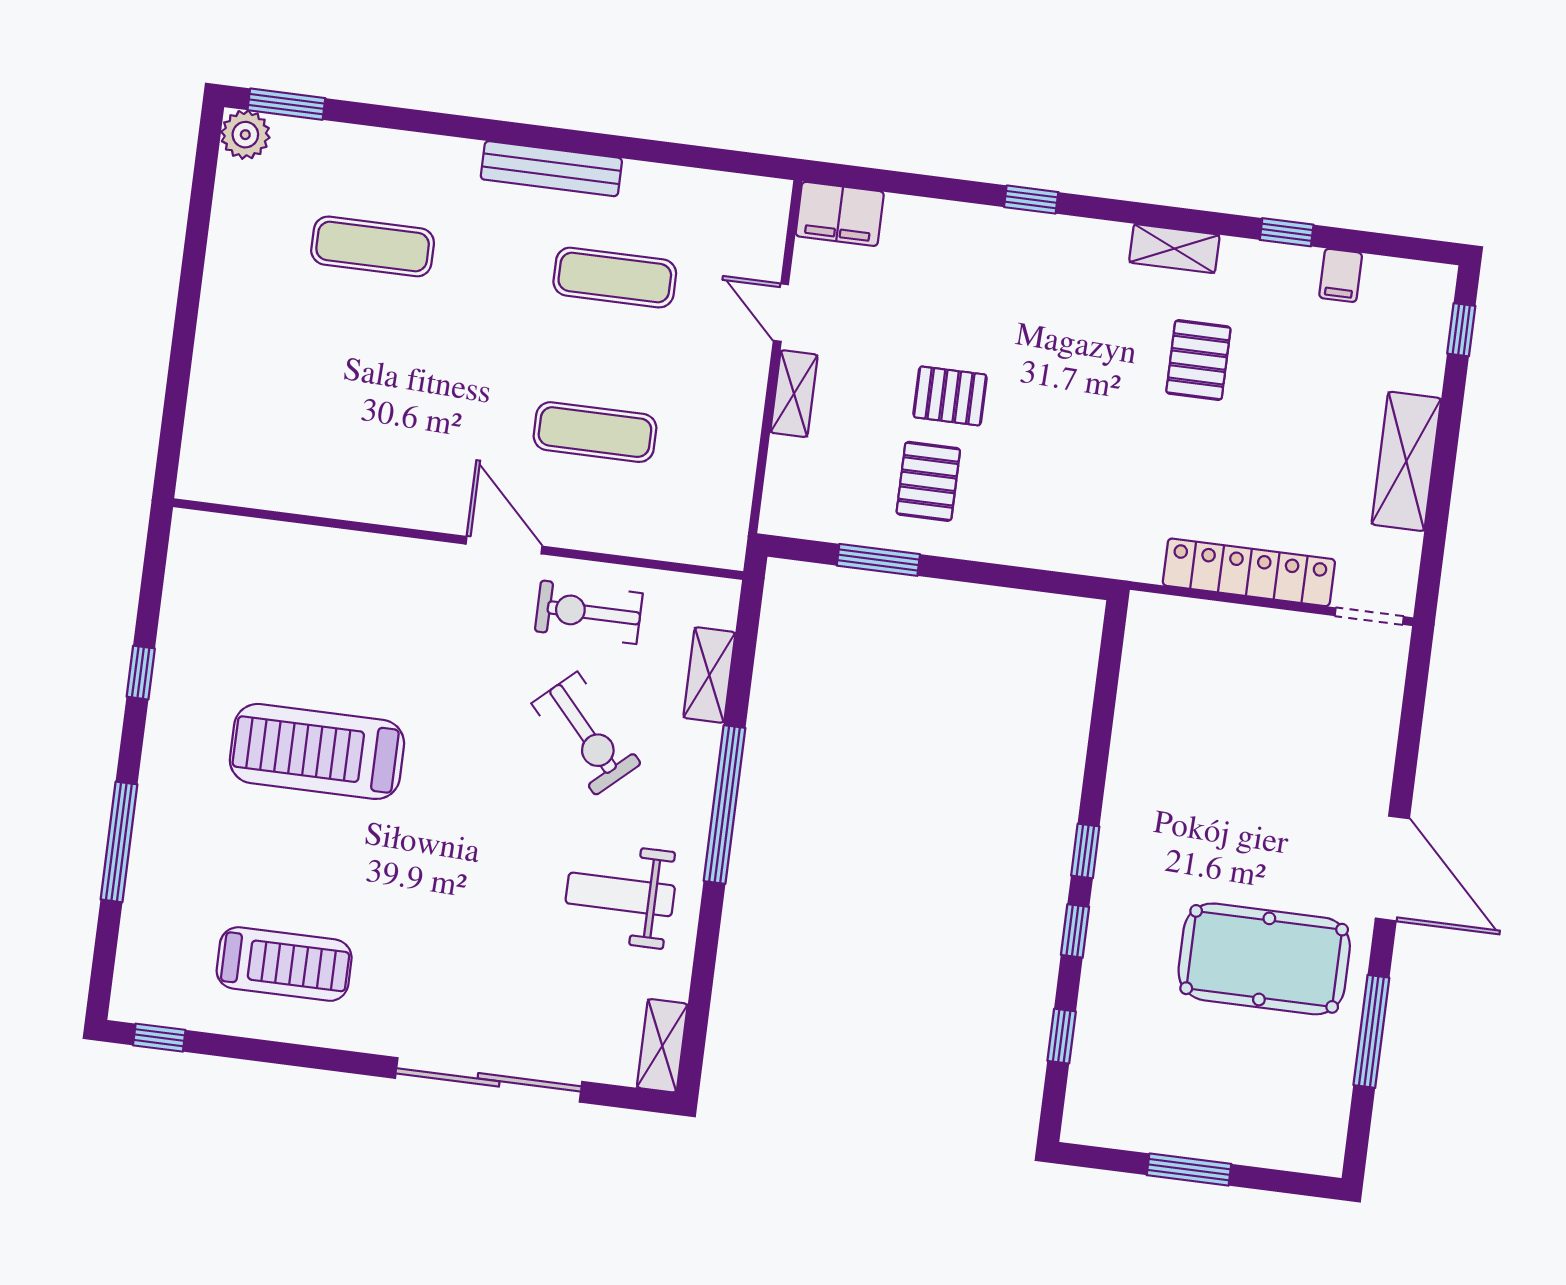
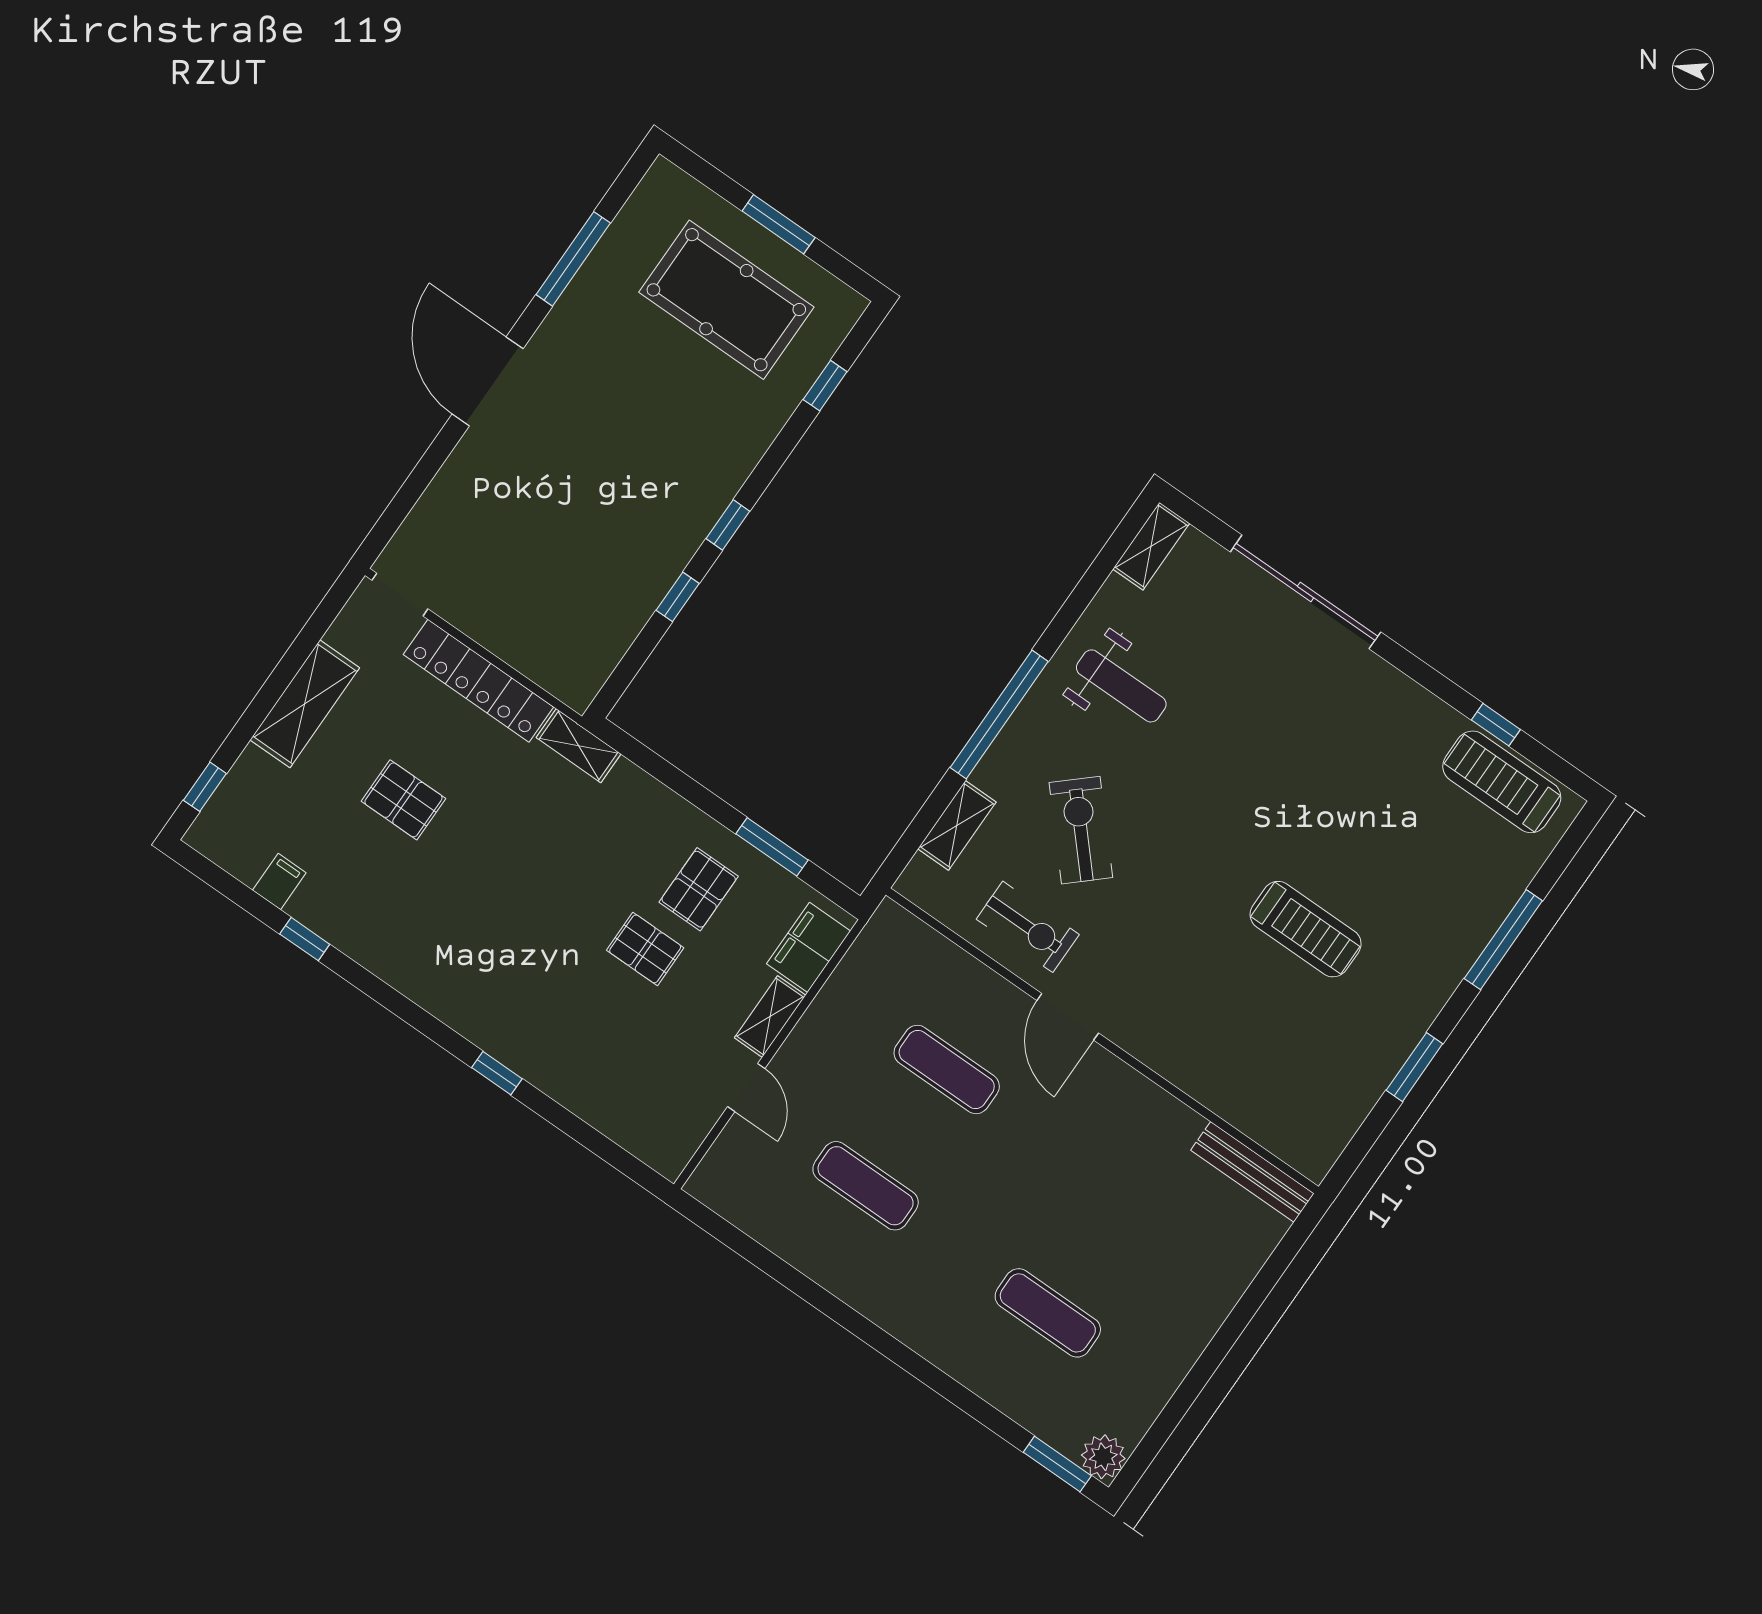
bench: (551, 169) -> (1252, 1172), moved
filing cabinet: (840, 214) -> (809, 947), moved, turned -90
shelving: (1174, 249) -> (579, 746), moved
pallet: (1198, 360) -> (403, 800), moved, turned 90
window: (141, 673) -> (1414, 1067), width x1.50
treadmill: (317, 751) -> (1306, 929), width x0.73, depth x0.73
window: (1075, 931) -> (678, 597), moved
pool table: (1264, 959) -> (726, 300), moved
treadmill: (284, 964) -> (1502, 782), moved
window: (159, 1038) -> (1496, 725), moved

